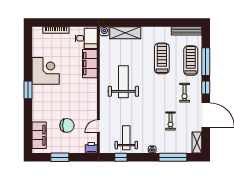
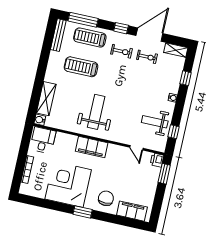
window: (206, 62) -> (83, 20), moved
filing cabinet: (90, 64) -> (92, 147), moved
corner desk: (46, 71) -> (68, 184), width x1.36, depth x1.36
weight bench: (123, 82) -> (96, 112), turned 90
exercise bike: (170, 121) -> (147, 57), moved
chair: (67, 125) -> (106, 198), moved
window: (60, 157) -> (164, 174), moved
window: (173, 157) -> (186, 78), width x0.46

